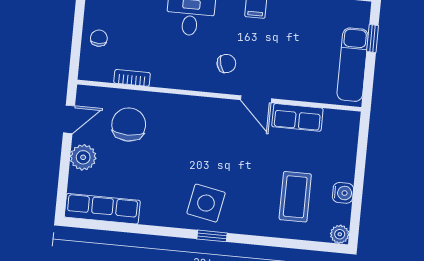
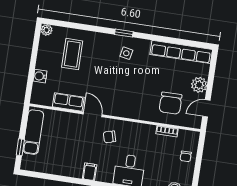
water cooler: (343, 193) -> (40, 76), moved
side table: (206, 203) -> (126, 53), width x0.54, depth x0.54
row of seats: (102, 209) -> (181, 52), width x1.36

